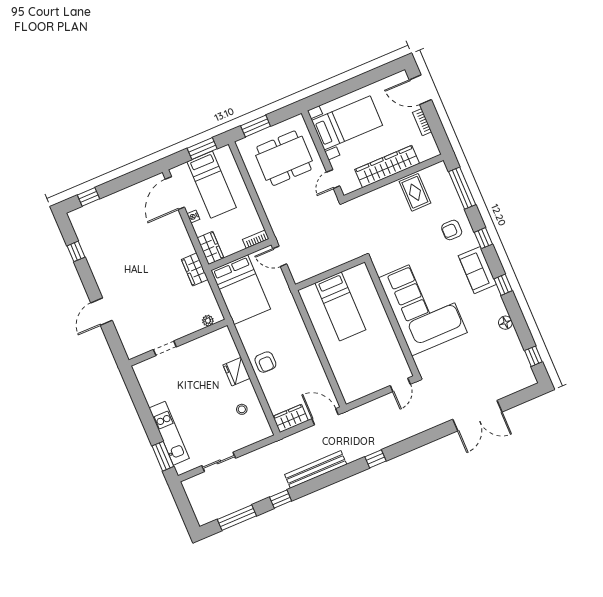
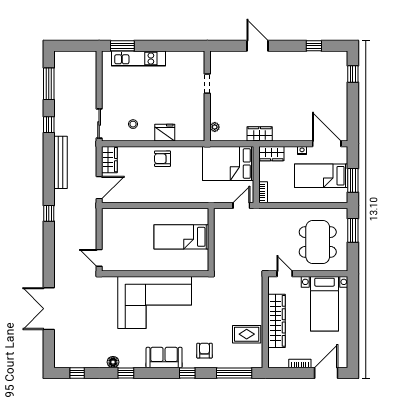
window: (503, 285) -> (126, 373), moved
sliding door: (219, 462) -> (99, 124), moved

